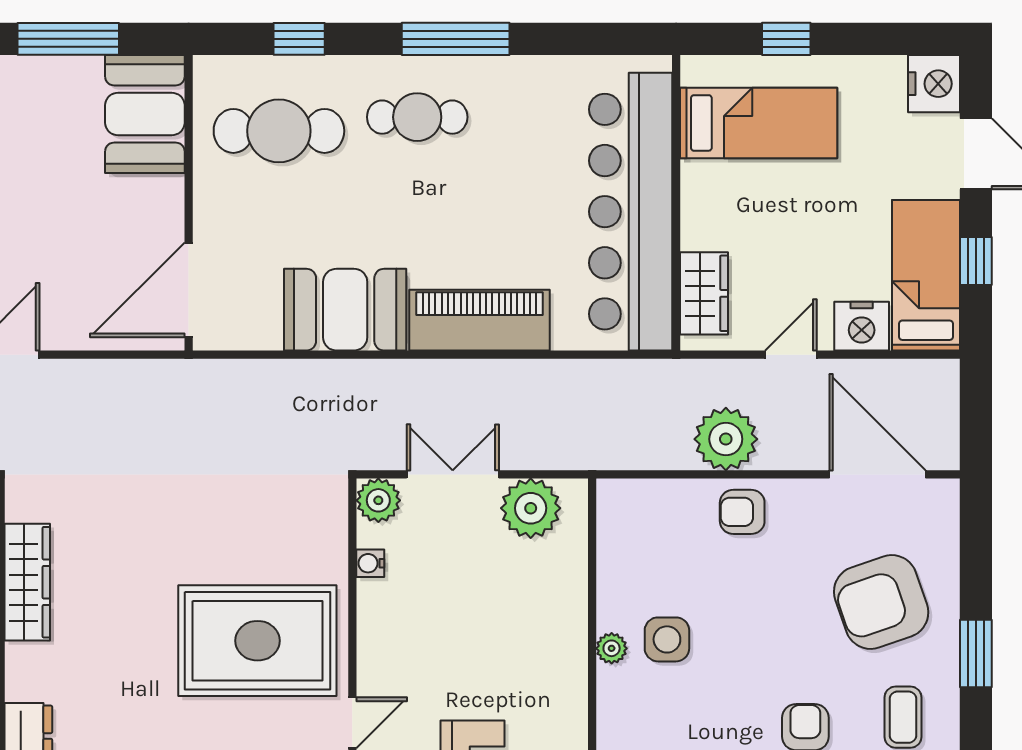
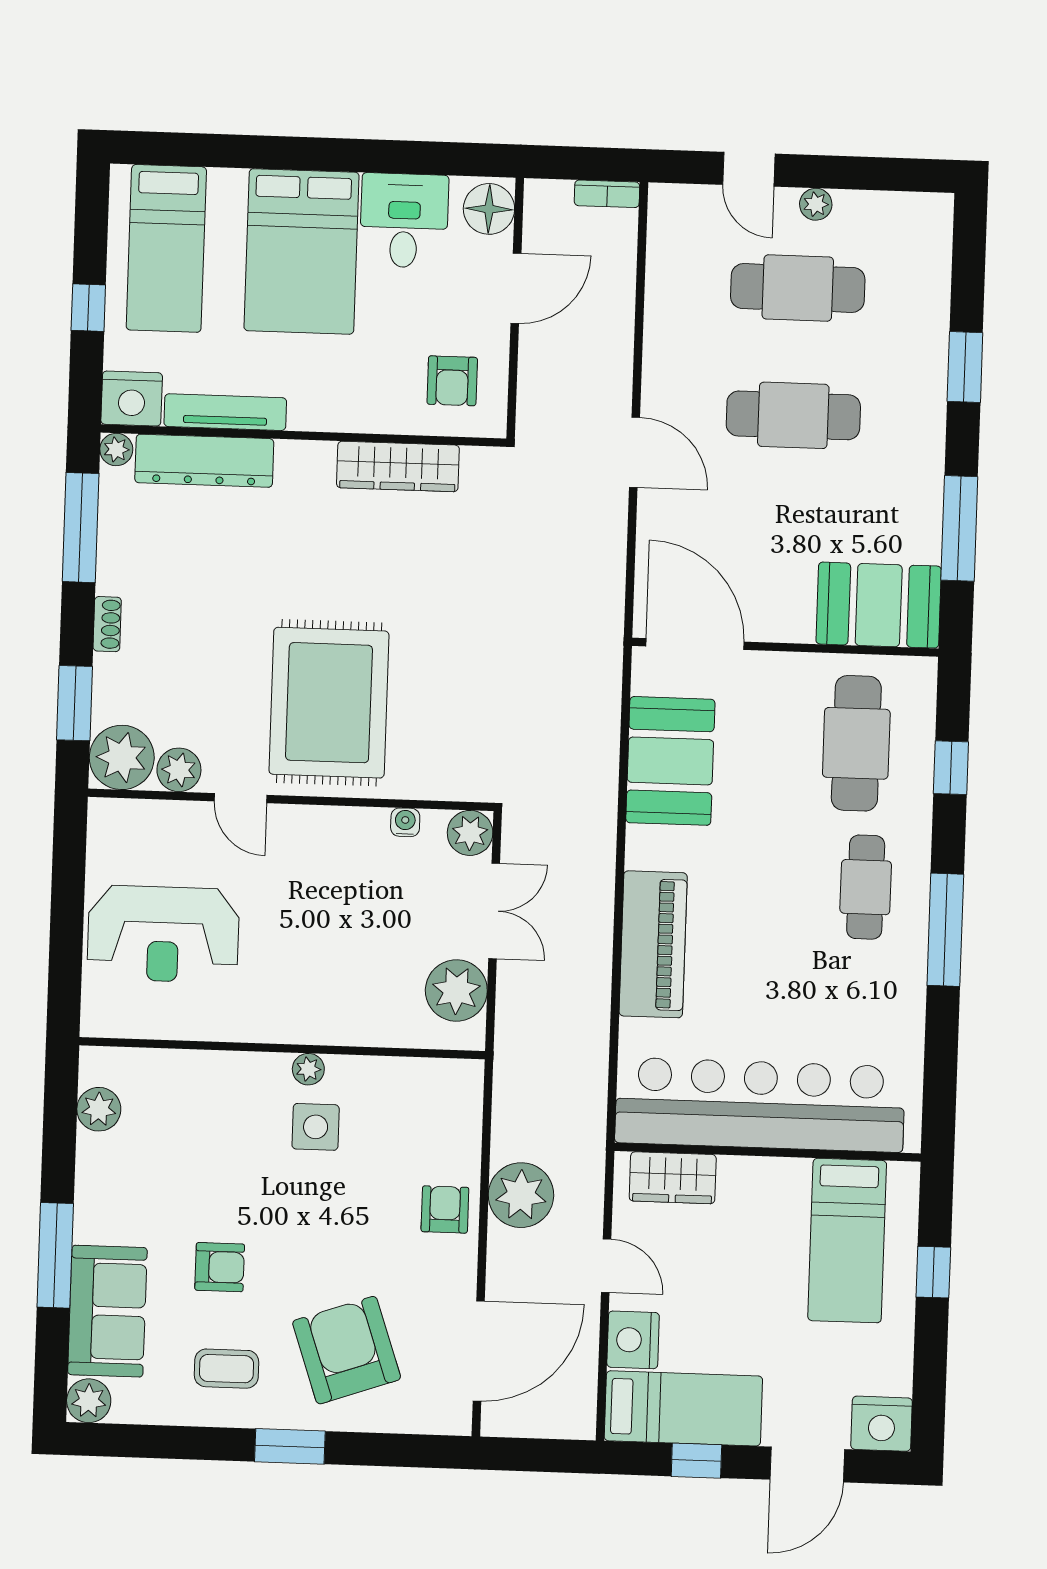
booth: (345, 310) -> (670, 761), moved

